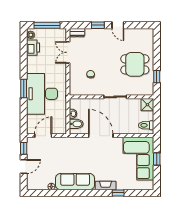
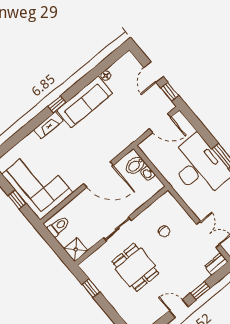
dining table: (135, 64) -> (135, 267), moved, turned 90
door: (43, 136) -> (160, 123), hinge flipped
window: (118, 193) -> (57, 104), moved

